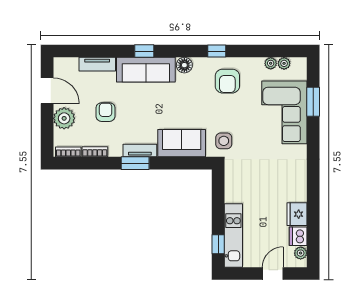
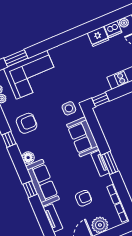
armchair: (106, 112) -> (83, 198), turned 180
window: (218, 184) -> (101, 99), added

